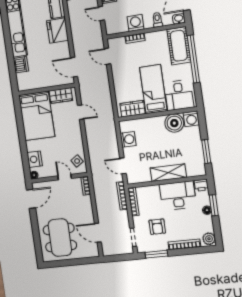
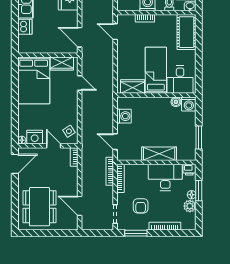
window: (193, 59) -> (199, 47), removed
boiler: (174, 123) -> (176, 102), width x0.54, depth x0.54
nightstand: (35, 159) -> (35, 137), moved, turned -90
plant: (209, 239) -> (190, 206), moved

